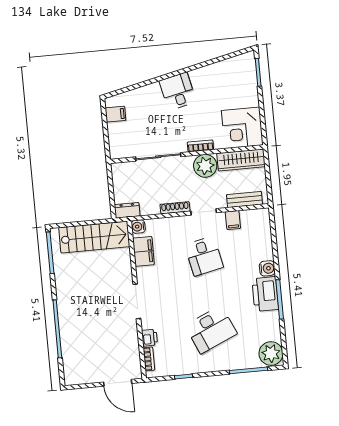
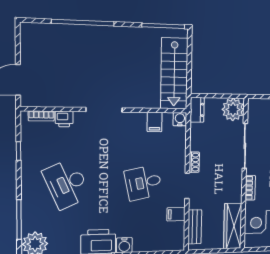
plant: (205, 166) -> (233, 109), moved
shoe rack: (175, 208) -> (194, 162), width x0.70
filing cabinet: (144, 251) -> (155, 122), width x0.50

